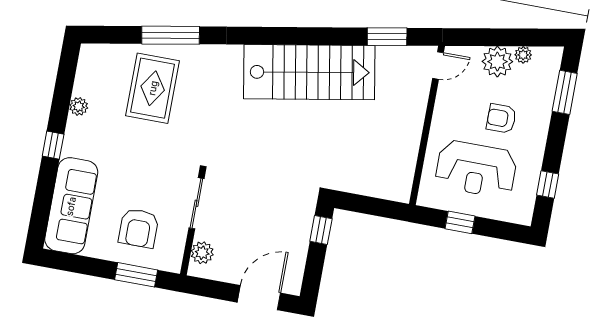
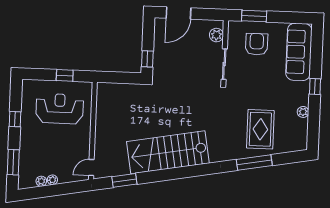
plant: (497, 62) -> (52, 180), width x0.53, depth x0.53
armchair: (501, 118) -> (49, 141), removed
window: (548, 185) -> (15, 119), moved

